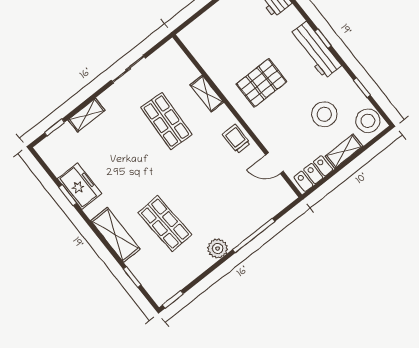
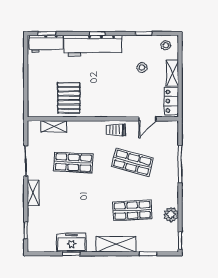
workbench: (316, 50) -> (93, 46), width x1.36, depth x1.32
pallet: (261, 83) -> (69, 98), moved
shelving: (207, 94) -> (54, 126), moved
stool: (324, 114) -> (142, 68), width x0.53, depth x0.53
shelving: (86, 115) -> (33, 193), moved
stool: (368, 121) -> (166, 45), width x0.53, depth x0.53
shop shelf: (216, 184) -> (132, 162), added
plant: (218, 248) -> (171, 215), moved

